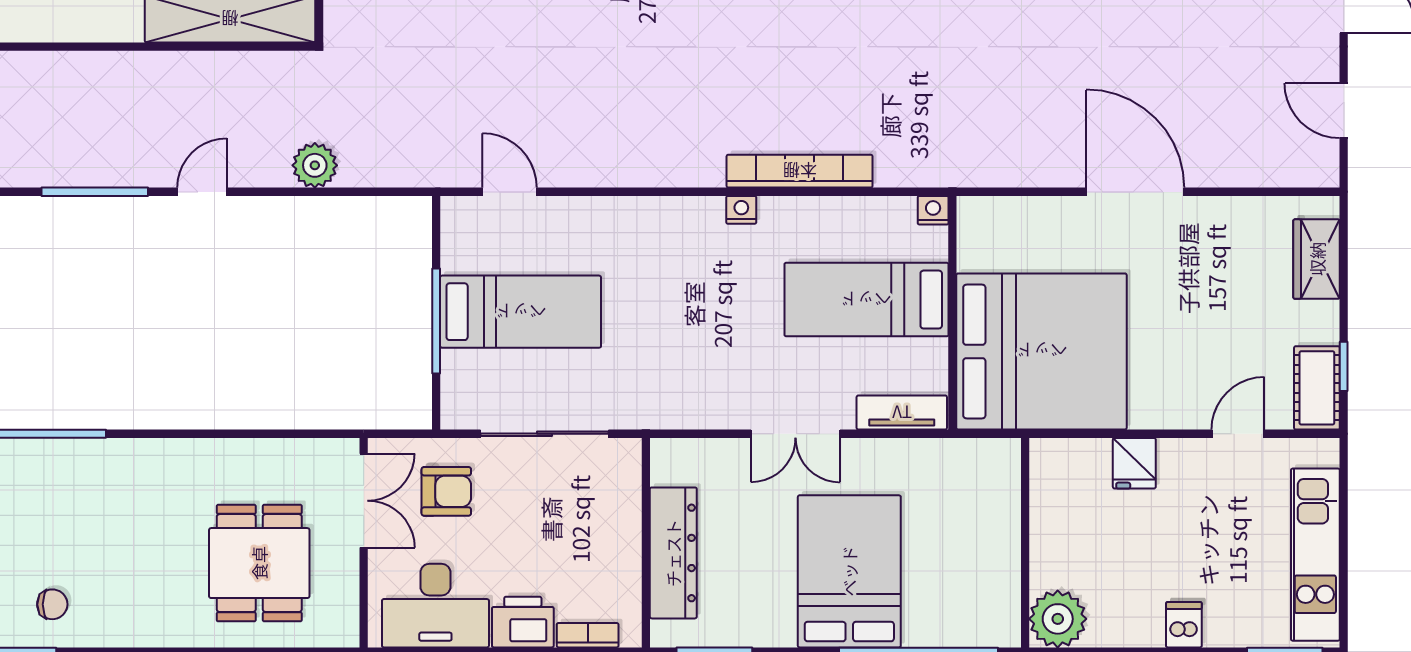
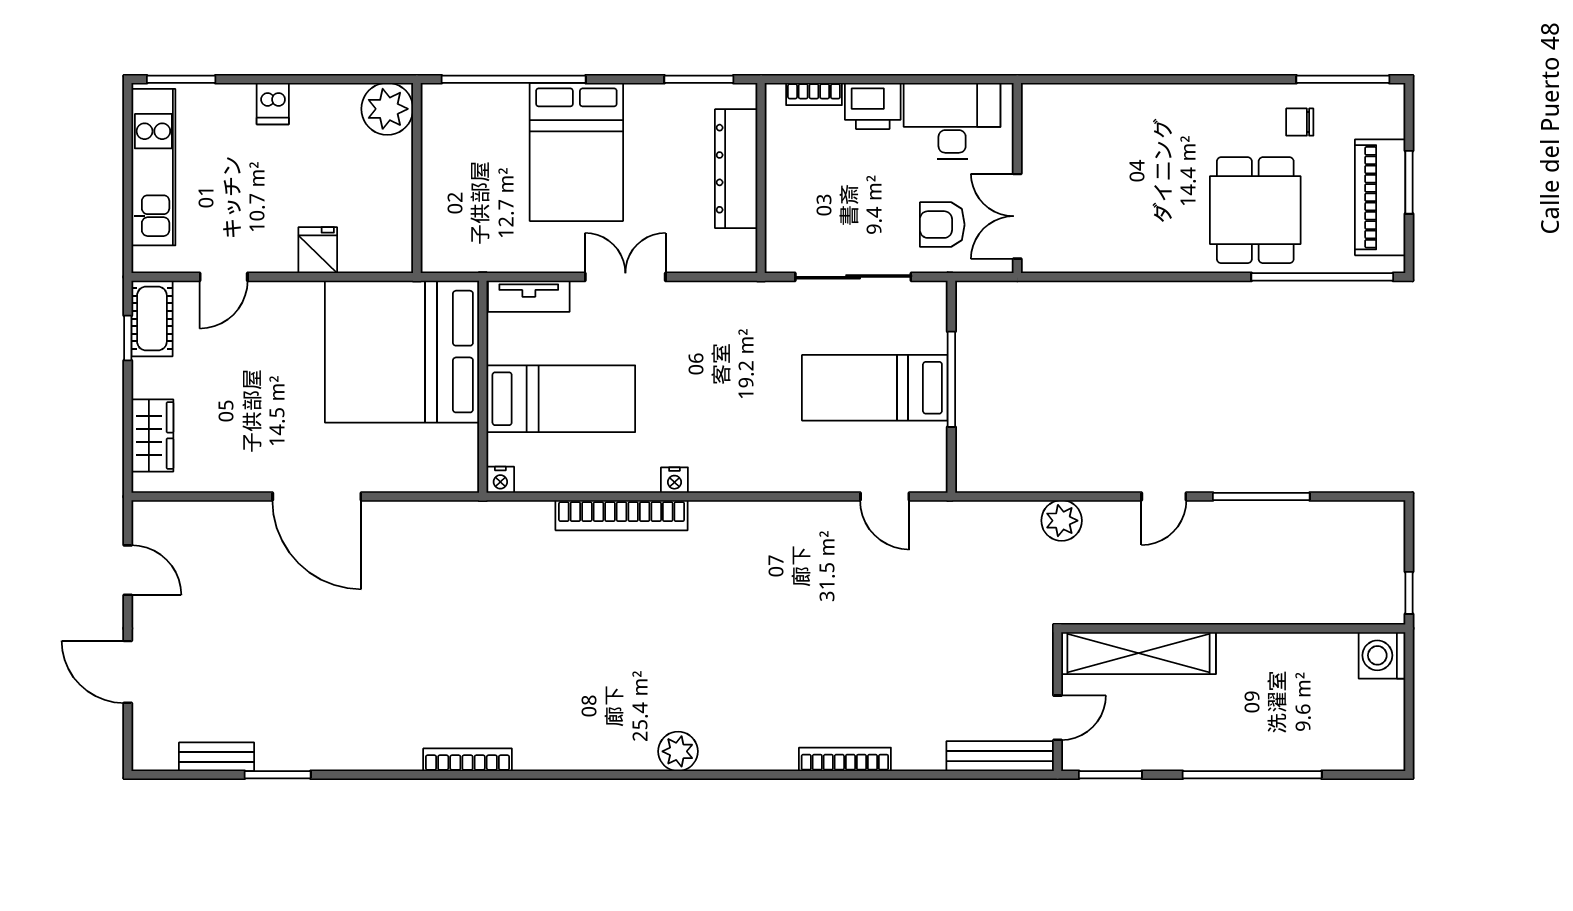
dining table: (259, 563) -> (1255, 210), moved

